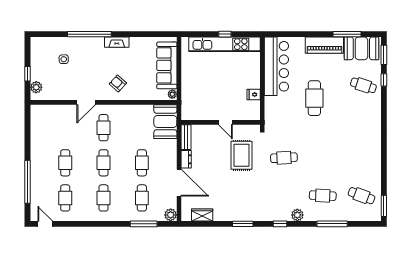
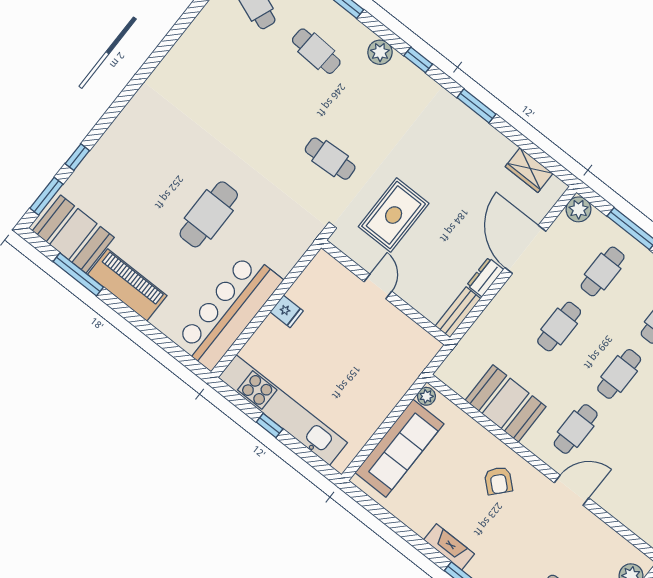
cafe table: (363, 85) -> (116, 174), removed
fridge: (254, 95) -> (287, 311), moved
booth: (165, 122) -> (506, 403), moved, turned 90

